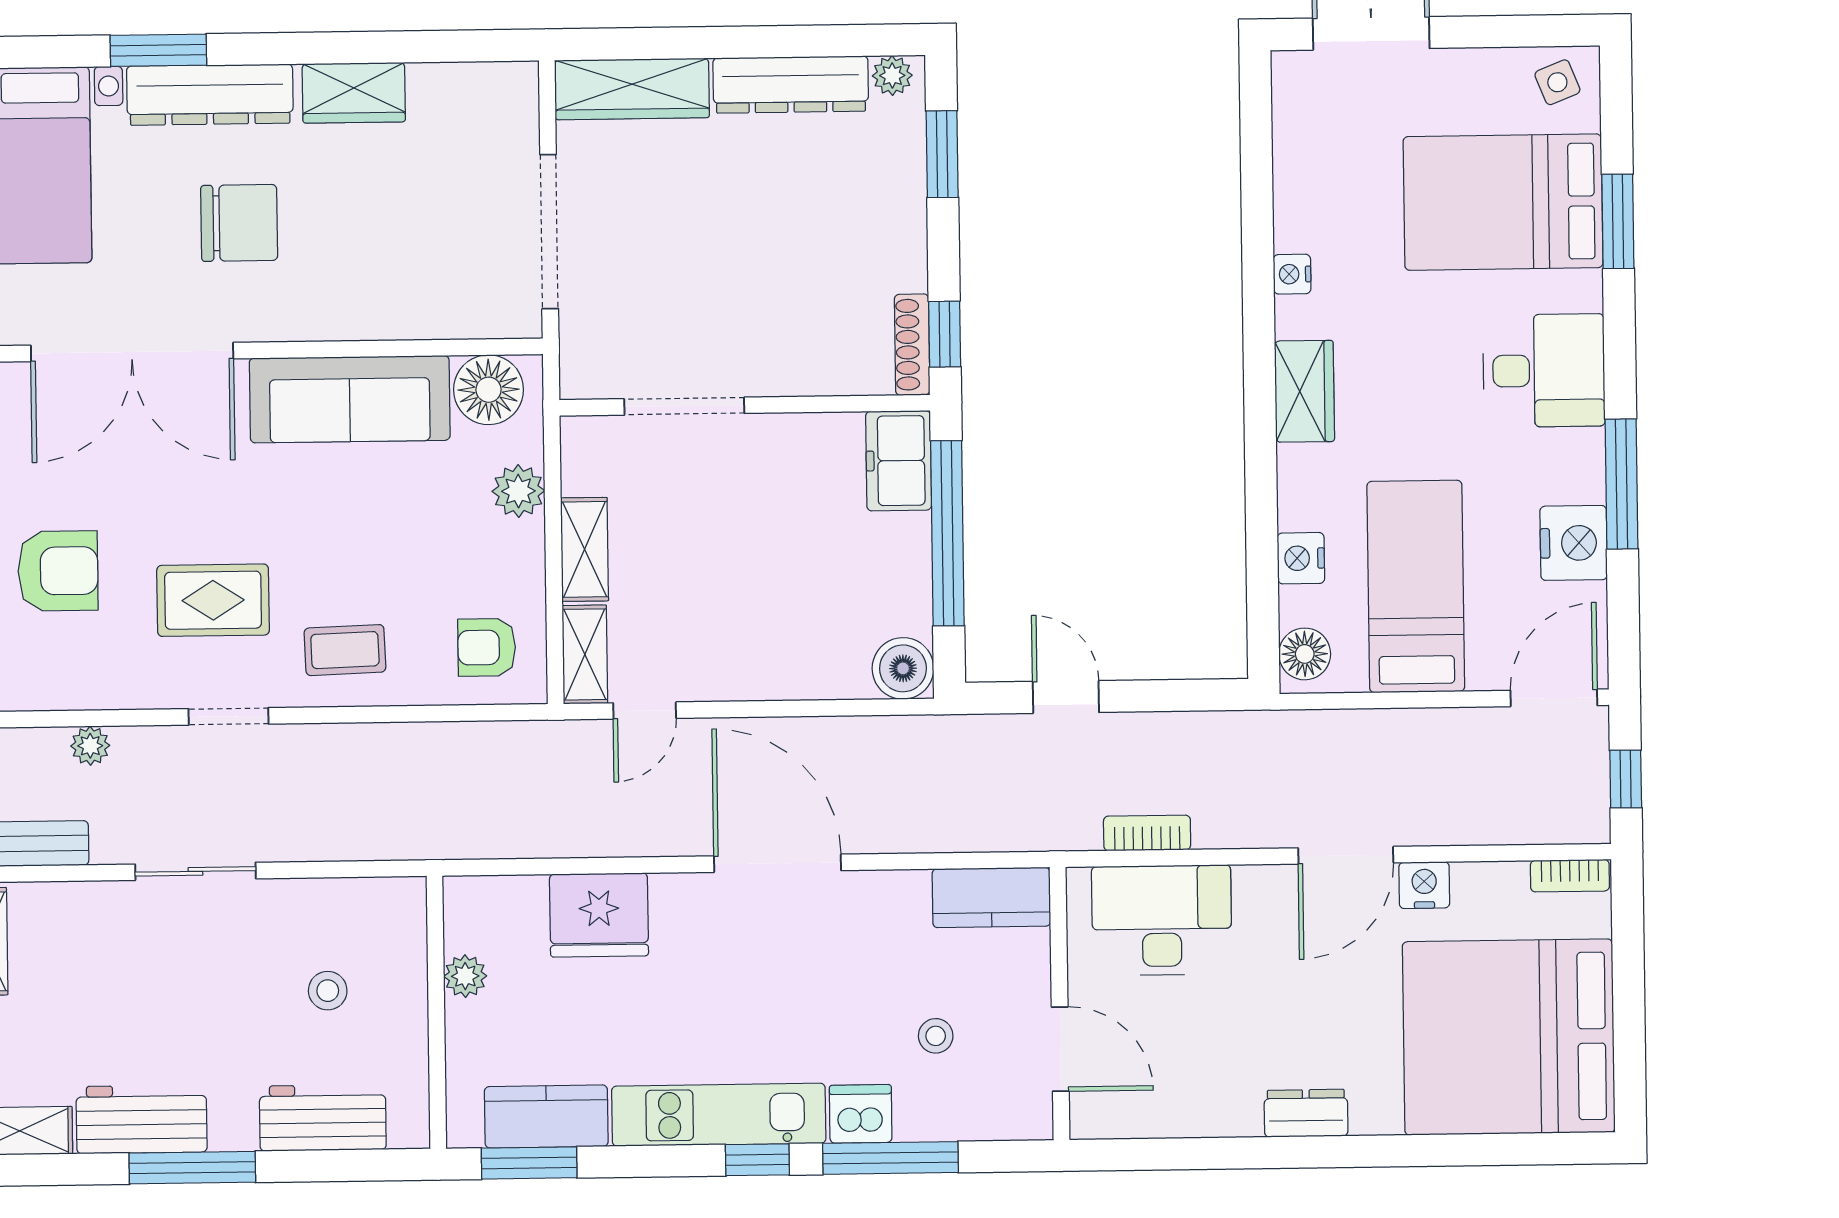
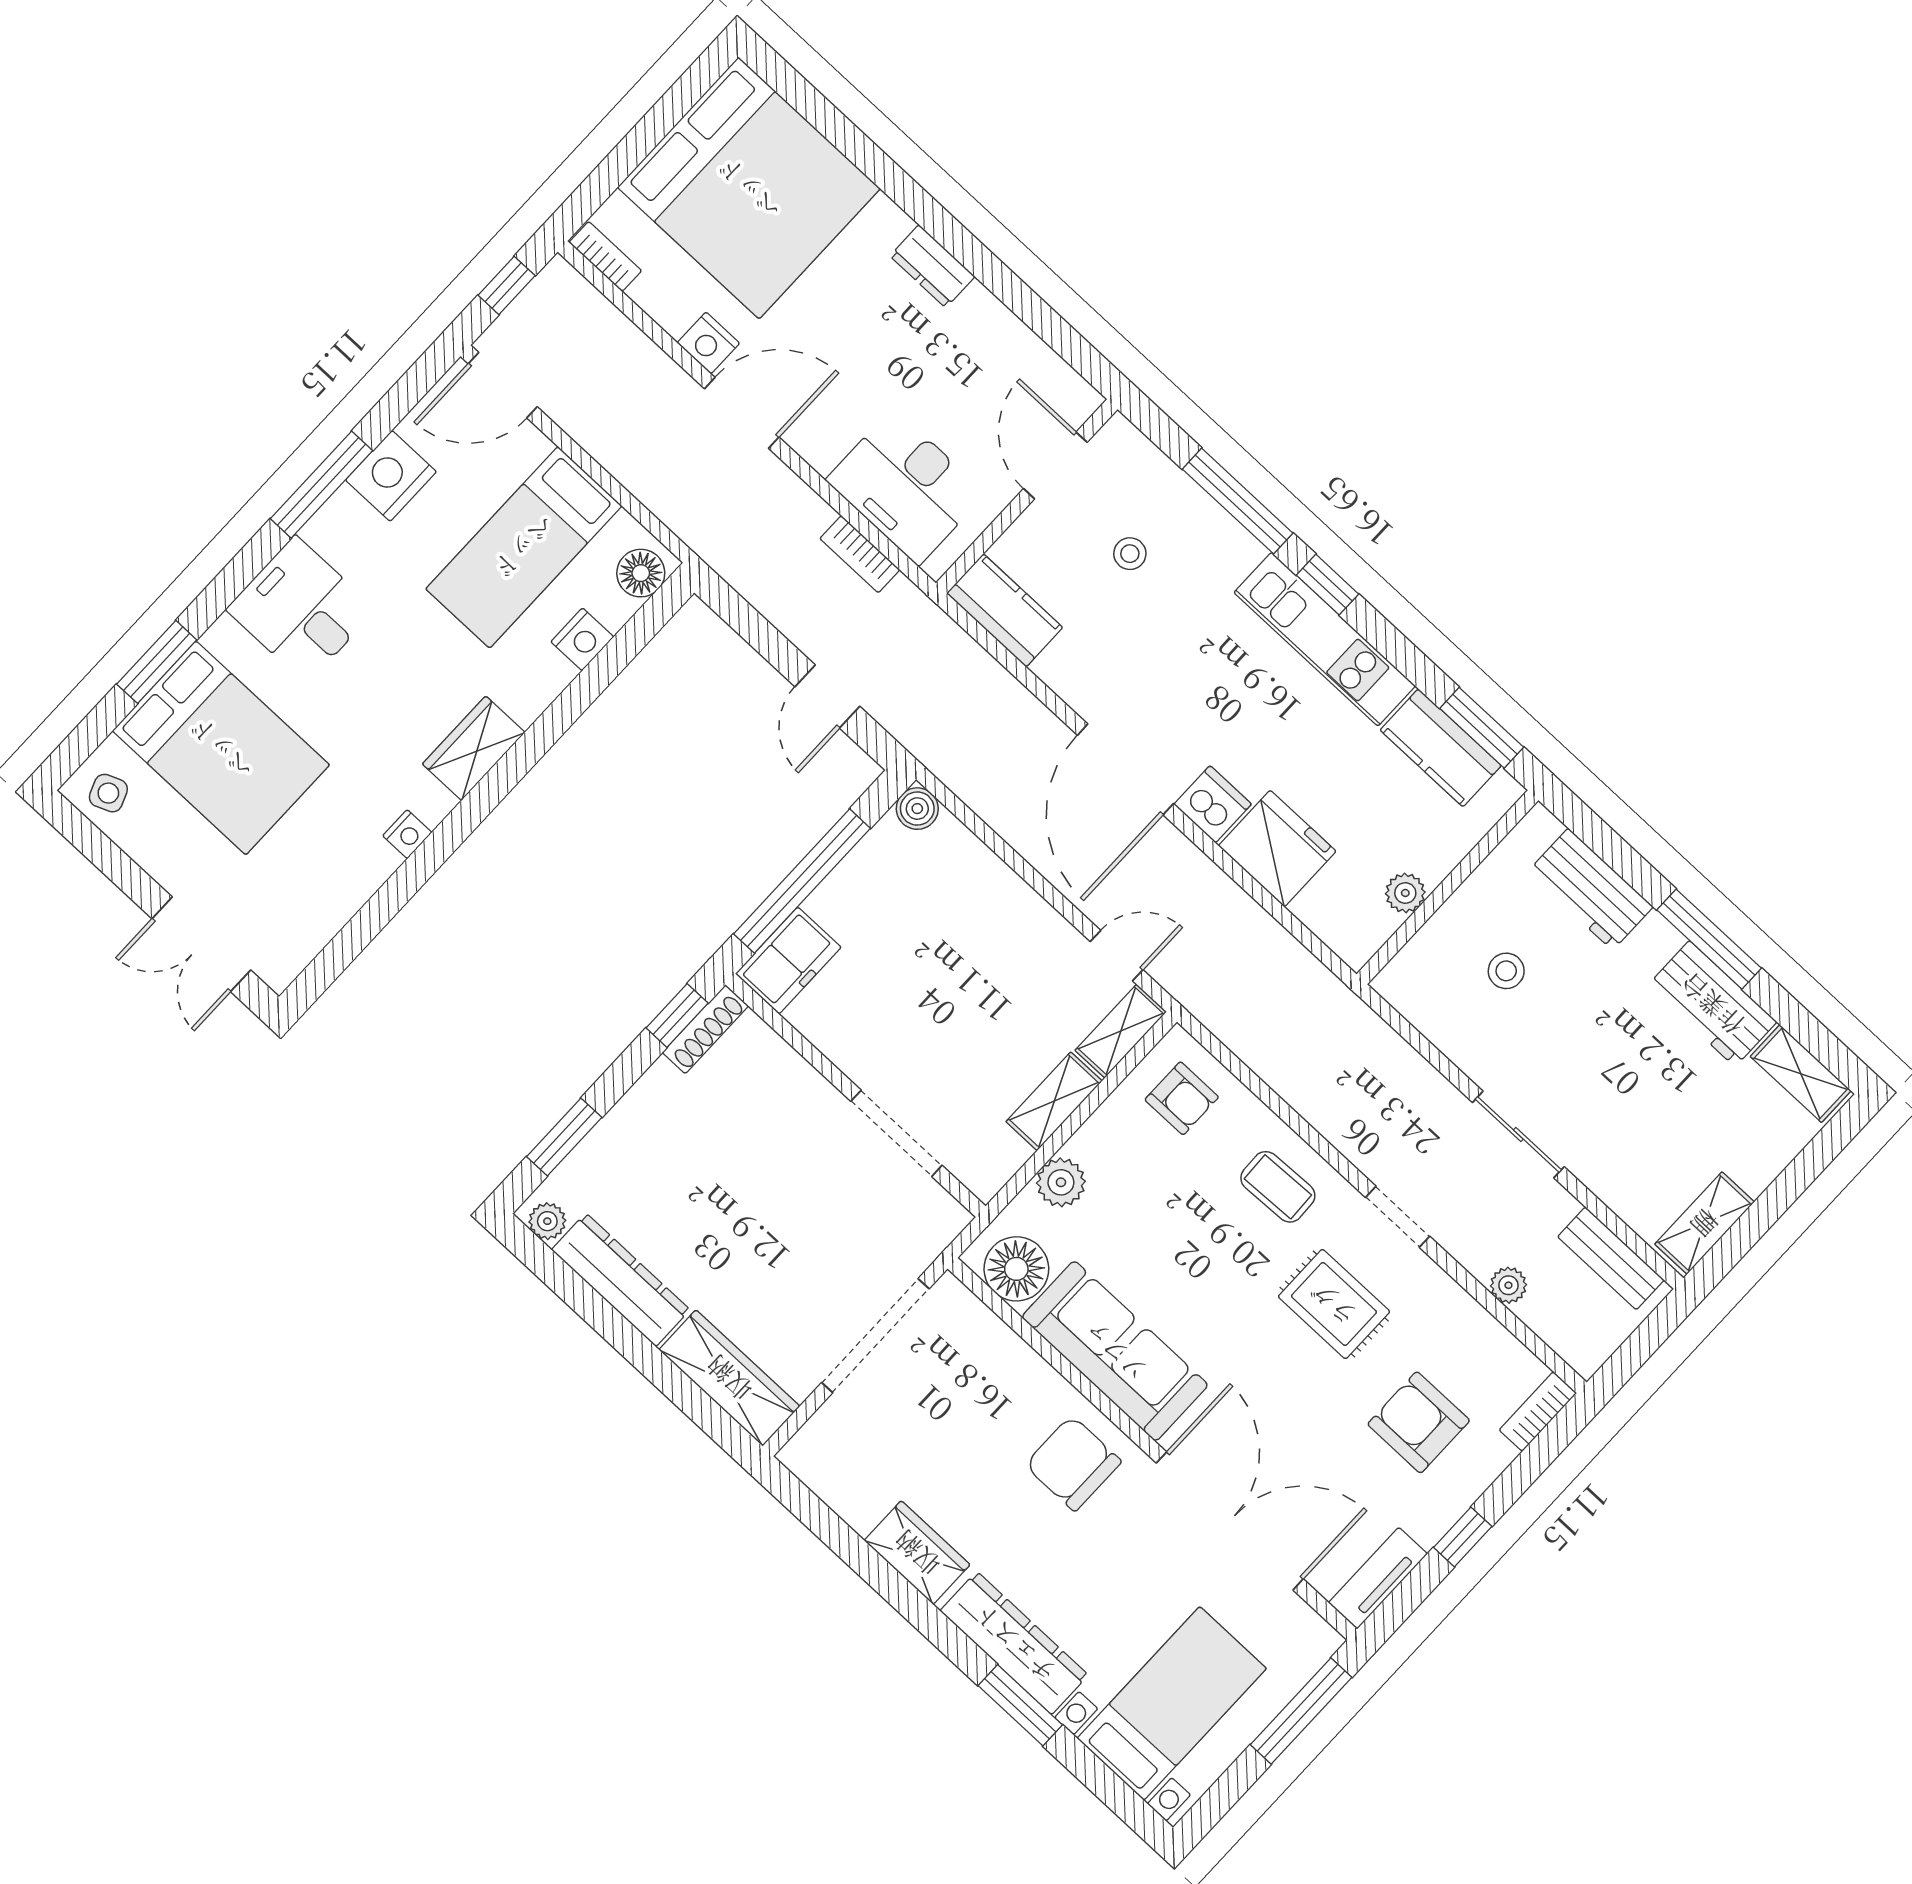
chair: (239, 223) -> (1073, 1463), moved
boiler: (903, 668) -> (917, 809), width x0.73, depth x0.73
dishwasher: (861, 1114) -> (1213, 804), moved, turned 180

